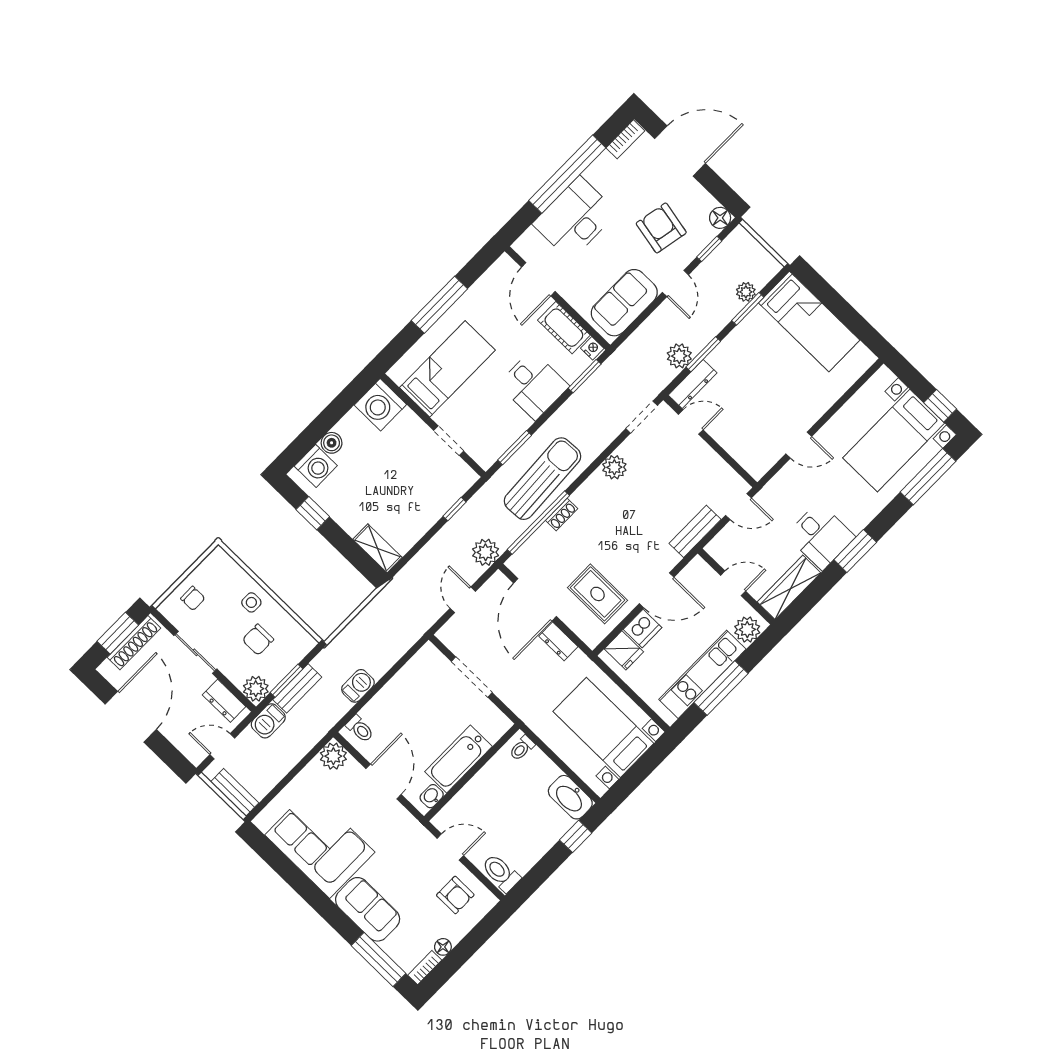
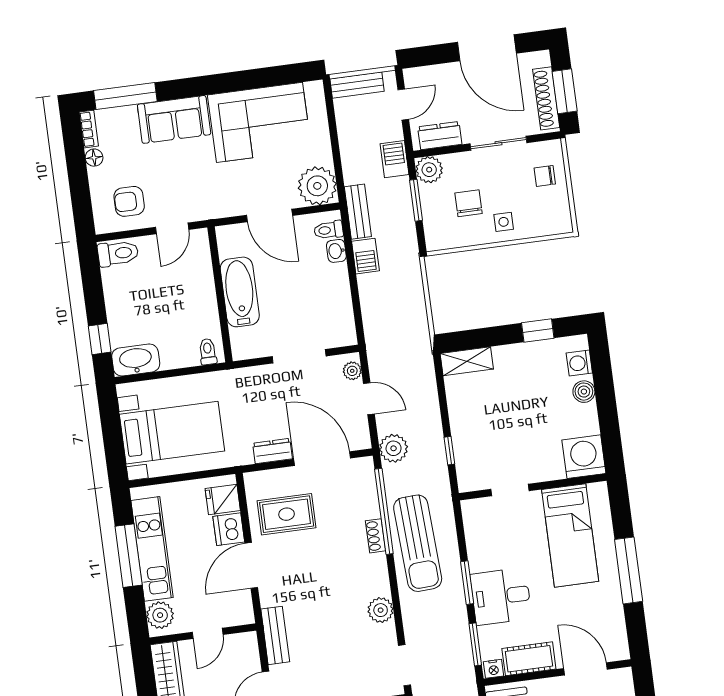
window: (515, 448) -> (467, 583), moved
washing machine: (316, 466) -> (579, 363), width x0.73, depth x0.73
plant: (452, 629) -> (352, 371), added
bench: (297, 688) -> (358, 212), moved
plant: (333, 756) -> (317, 186), width x1.36, depth x1.36
washbasin: (432, 796) -> (336, 251), moved, turned 180

